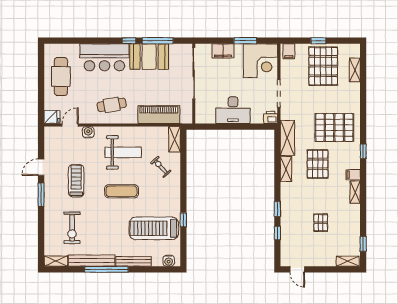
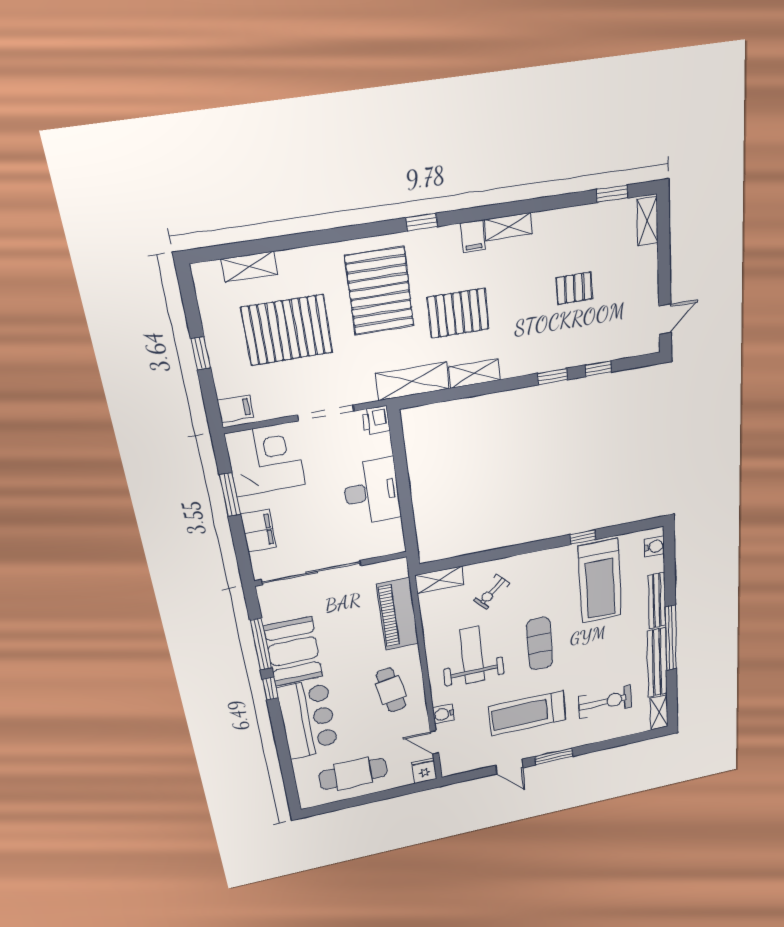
pallet: (323, 66) -> (287, 330), moved
treadmill: (76, 181) -> (527, 713), width x1.37, depth x1.38

